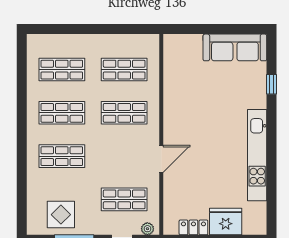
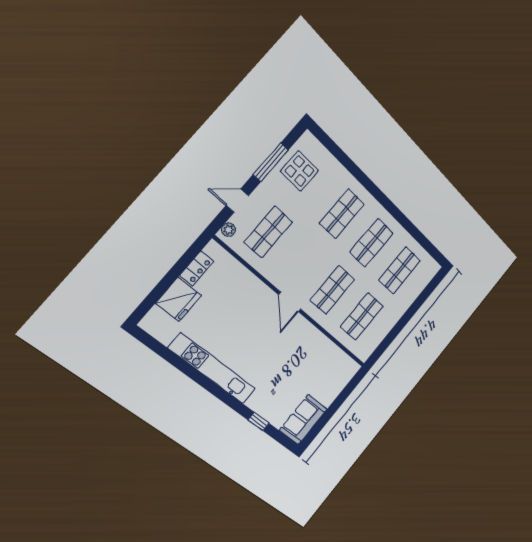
sofa: (235, 47) -> (303, 420), width x0.73
door: (161, 159) -> (290, 302), moved

